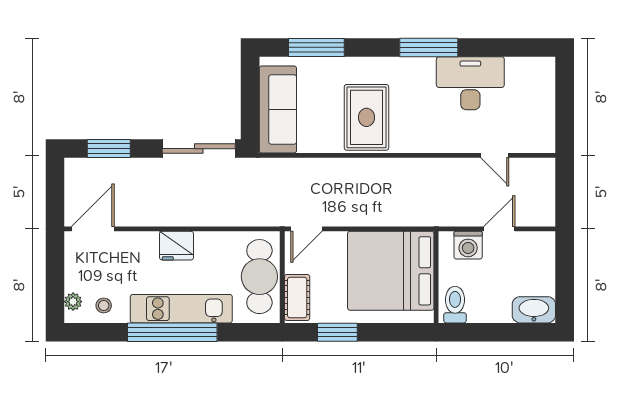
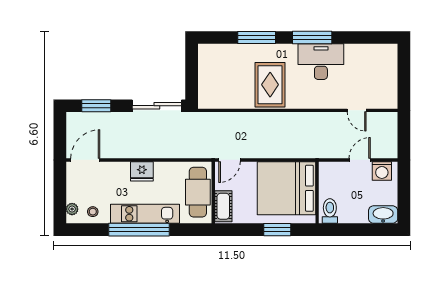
window: (316, 47) -> (257, 38), moved
desk: (470, 83) -> (321, 62), moved
sofa: (278, 109) -> (210, 79), removed
washing machine: (468, 245) -> (382, 171), moved
window: (337, 332) -> (277, 230), moved

